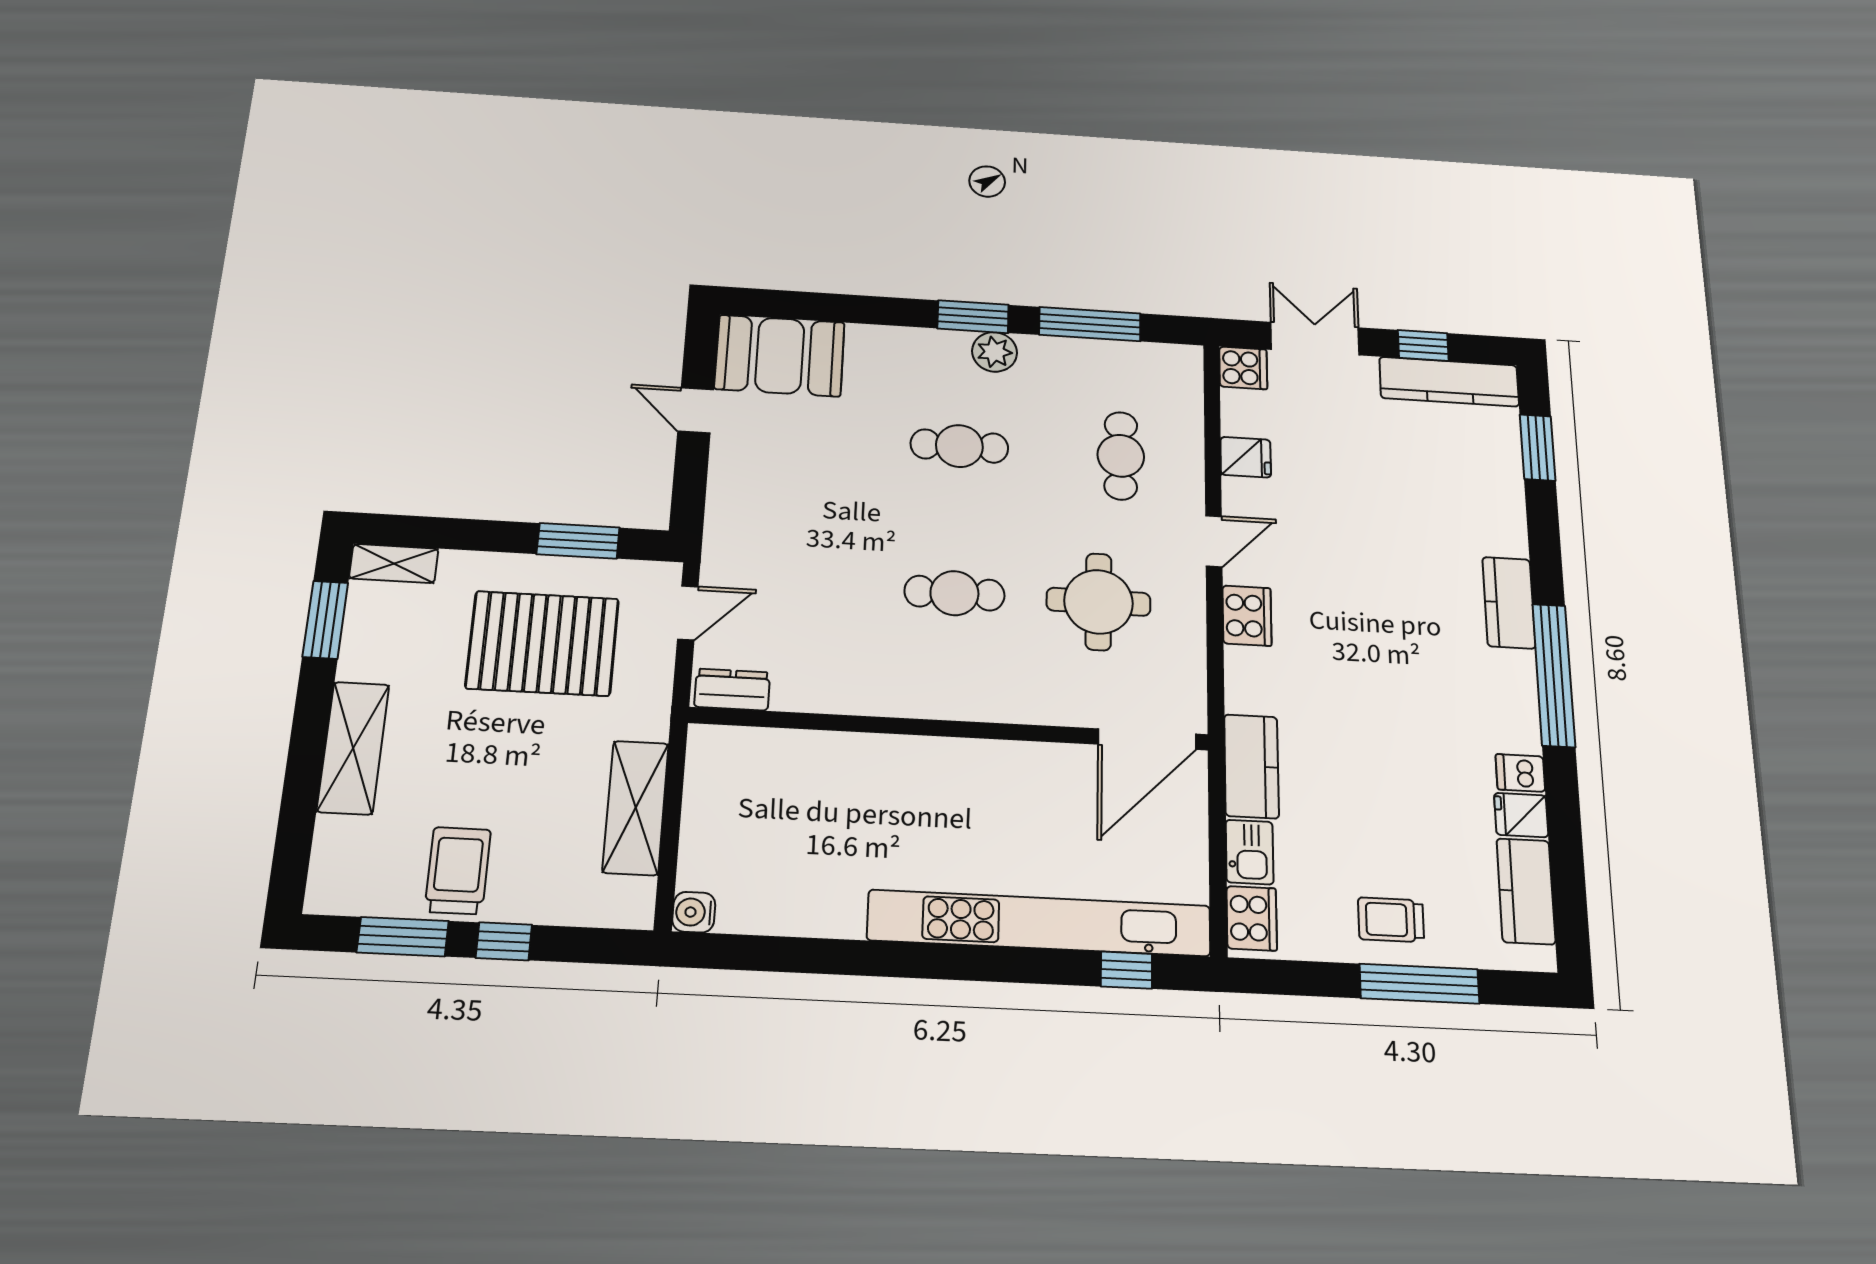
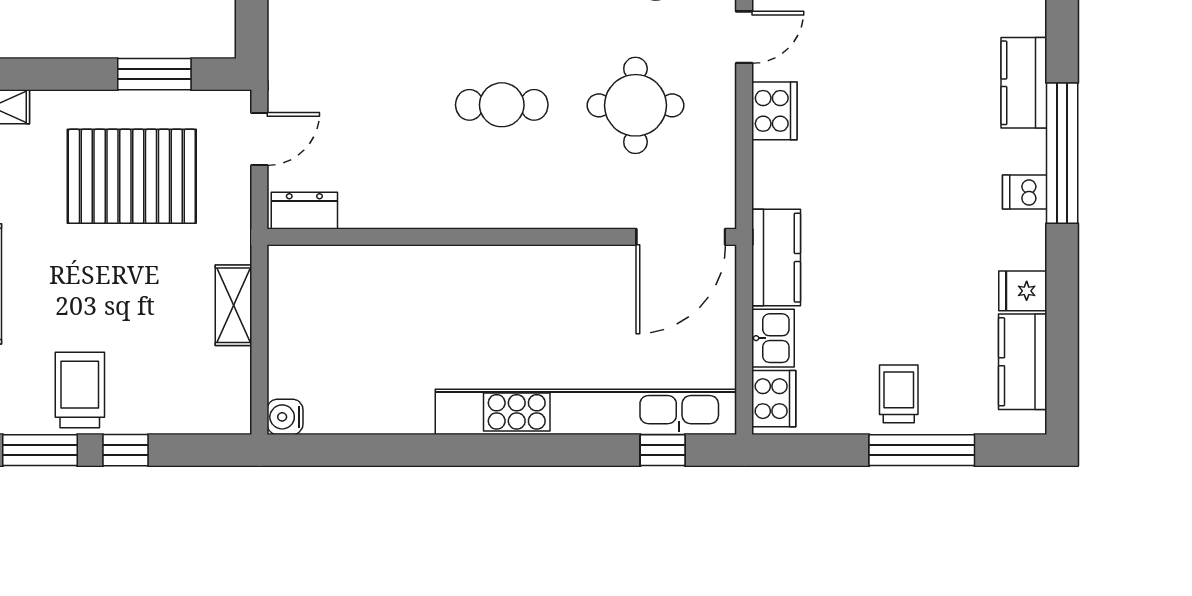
dishwasher: (1520, 773) -> (1025, 192), moved
shelving: (636, 808) -> (233, 305), width x0.67, depth x0.75
trolley: (1391, 920) -> (899, 394), turned 90

